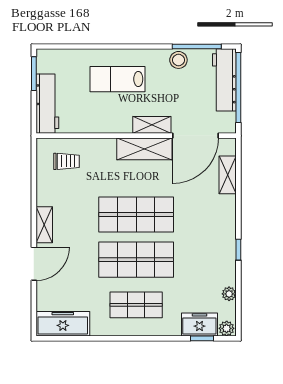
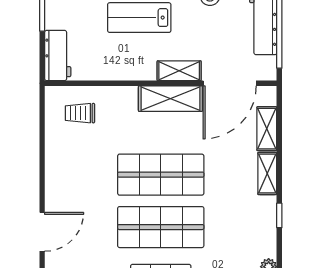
workbench: (47, 104) -> (58, 56), width x0.73
trolley: (66, 161) -> (80, 113), turned 180
shelving: (44, 225) -> (267, 173), moved

